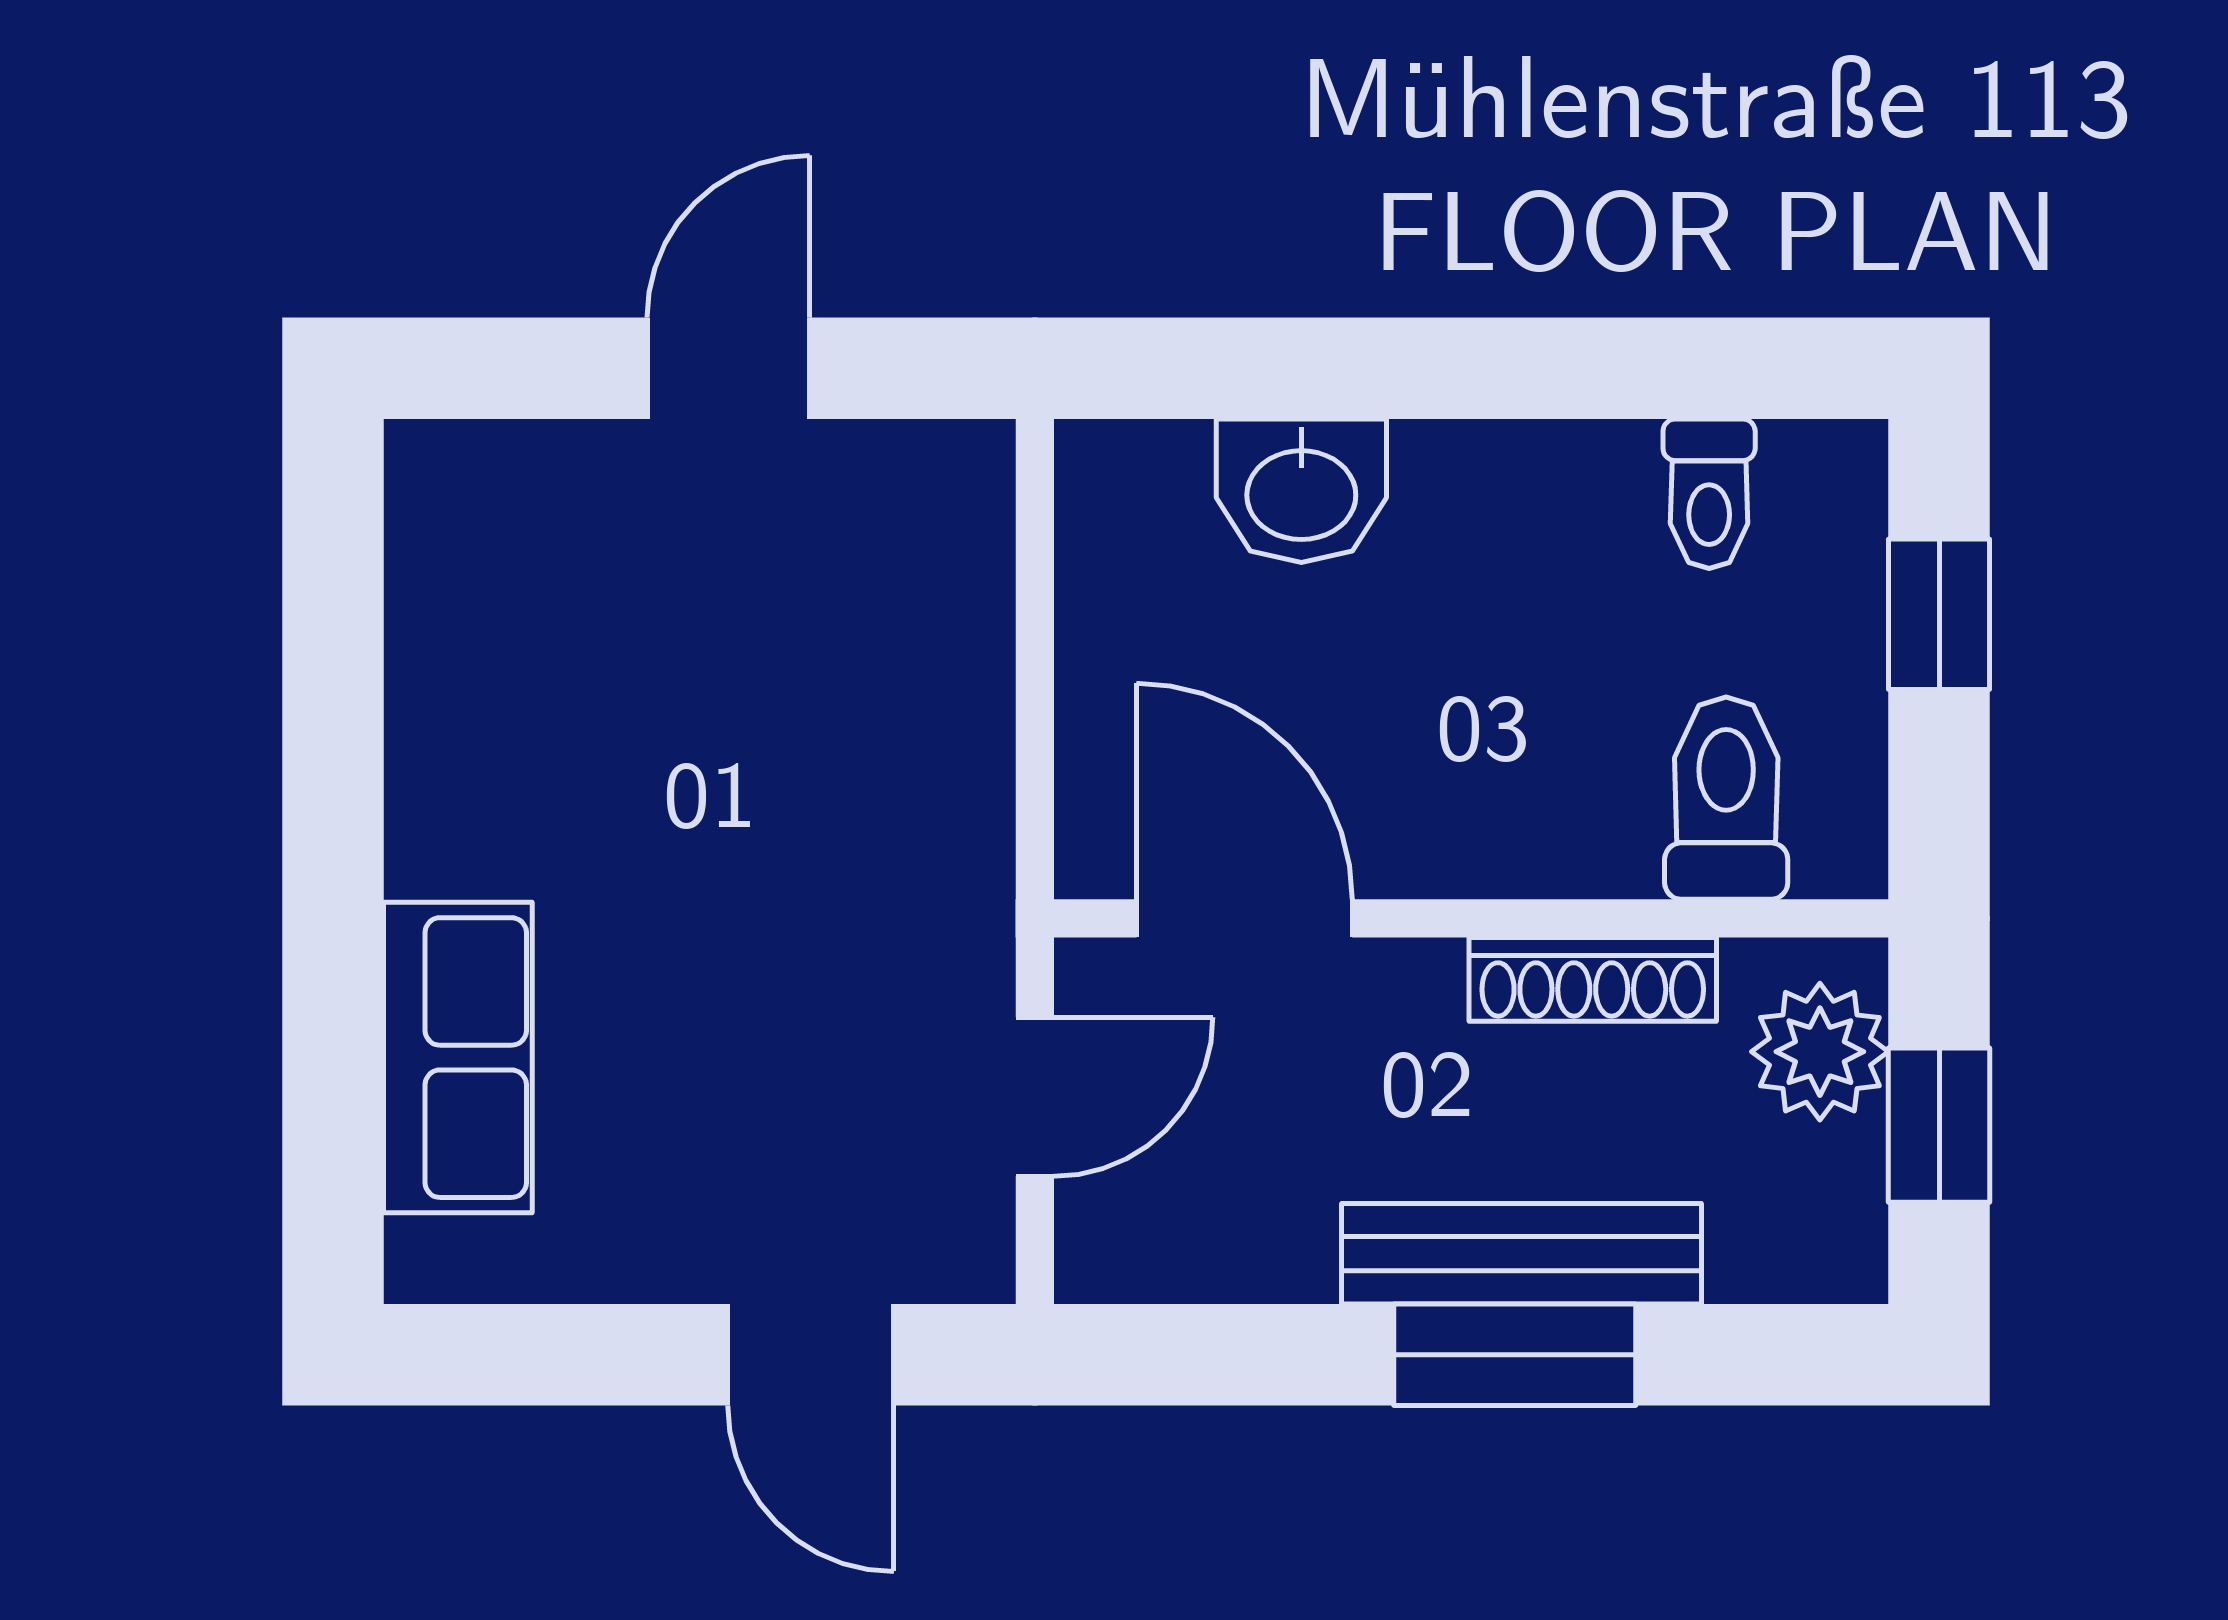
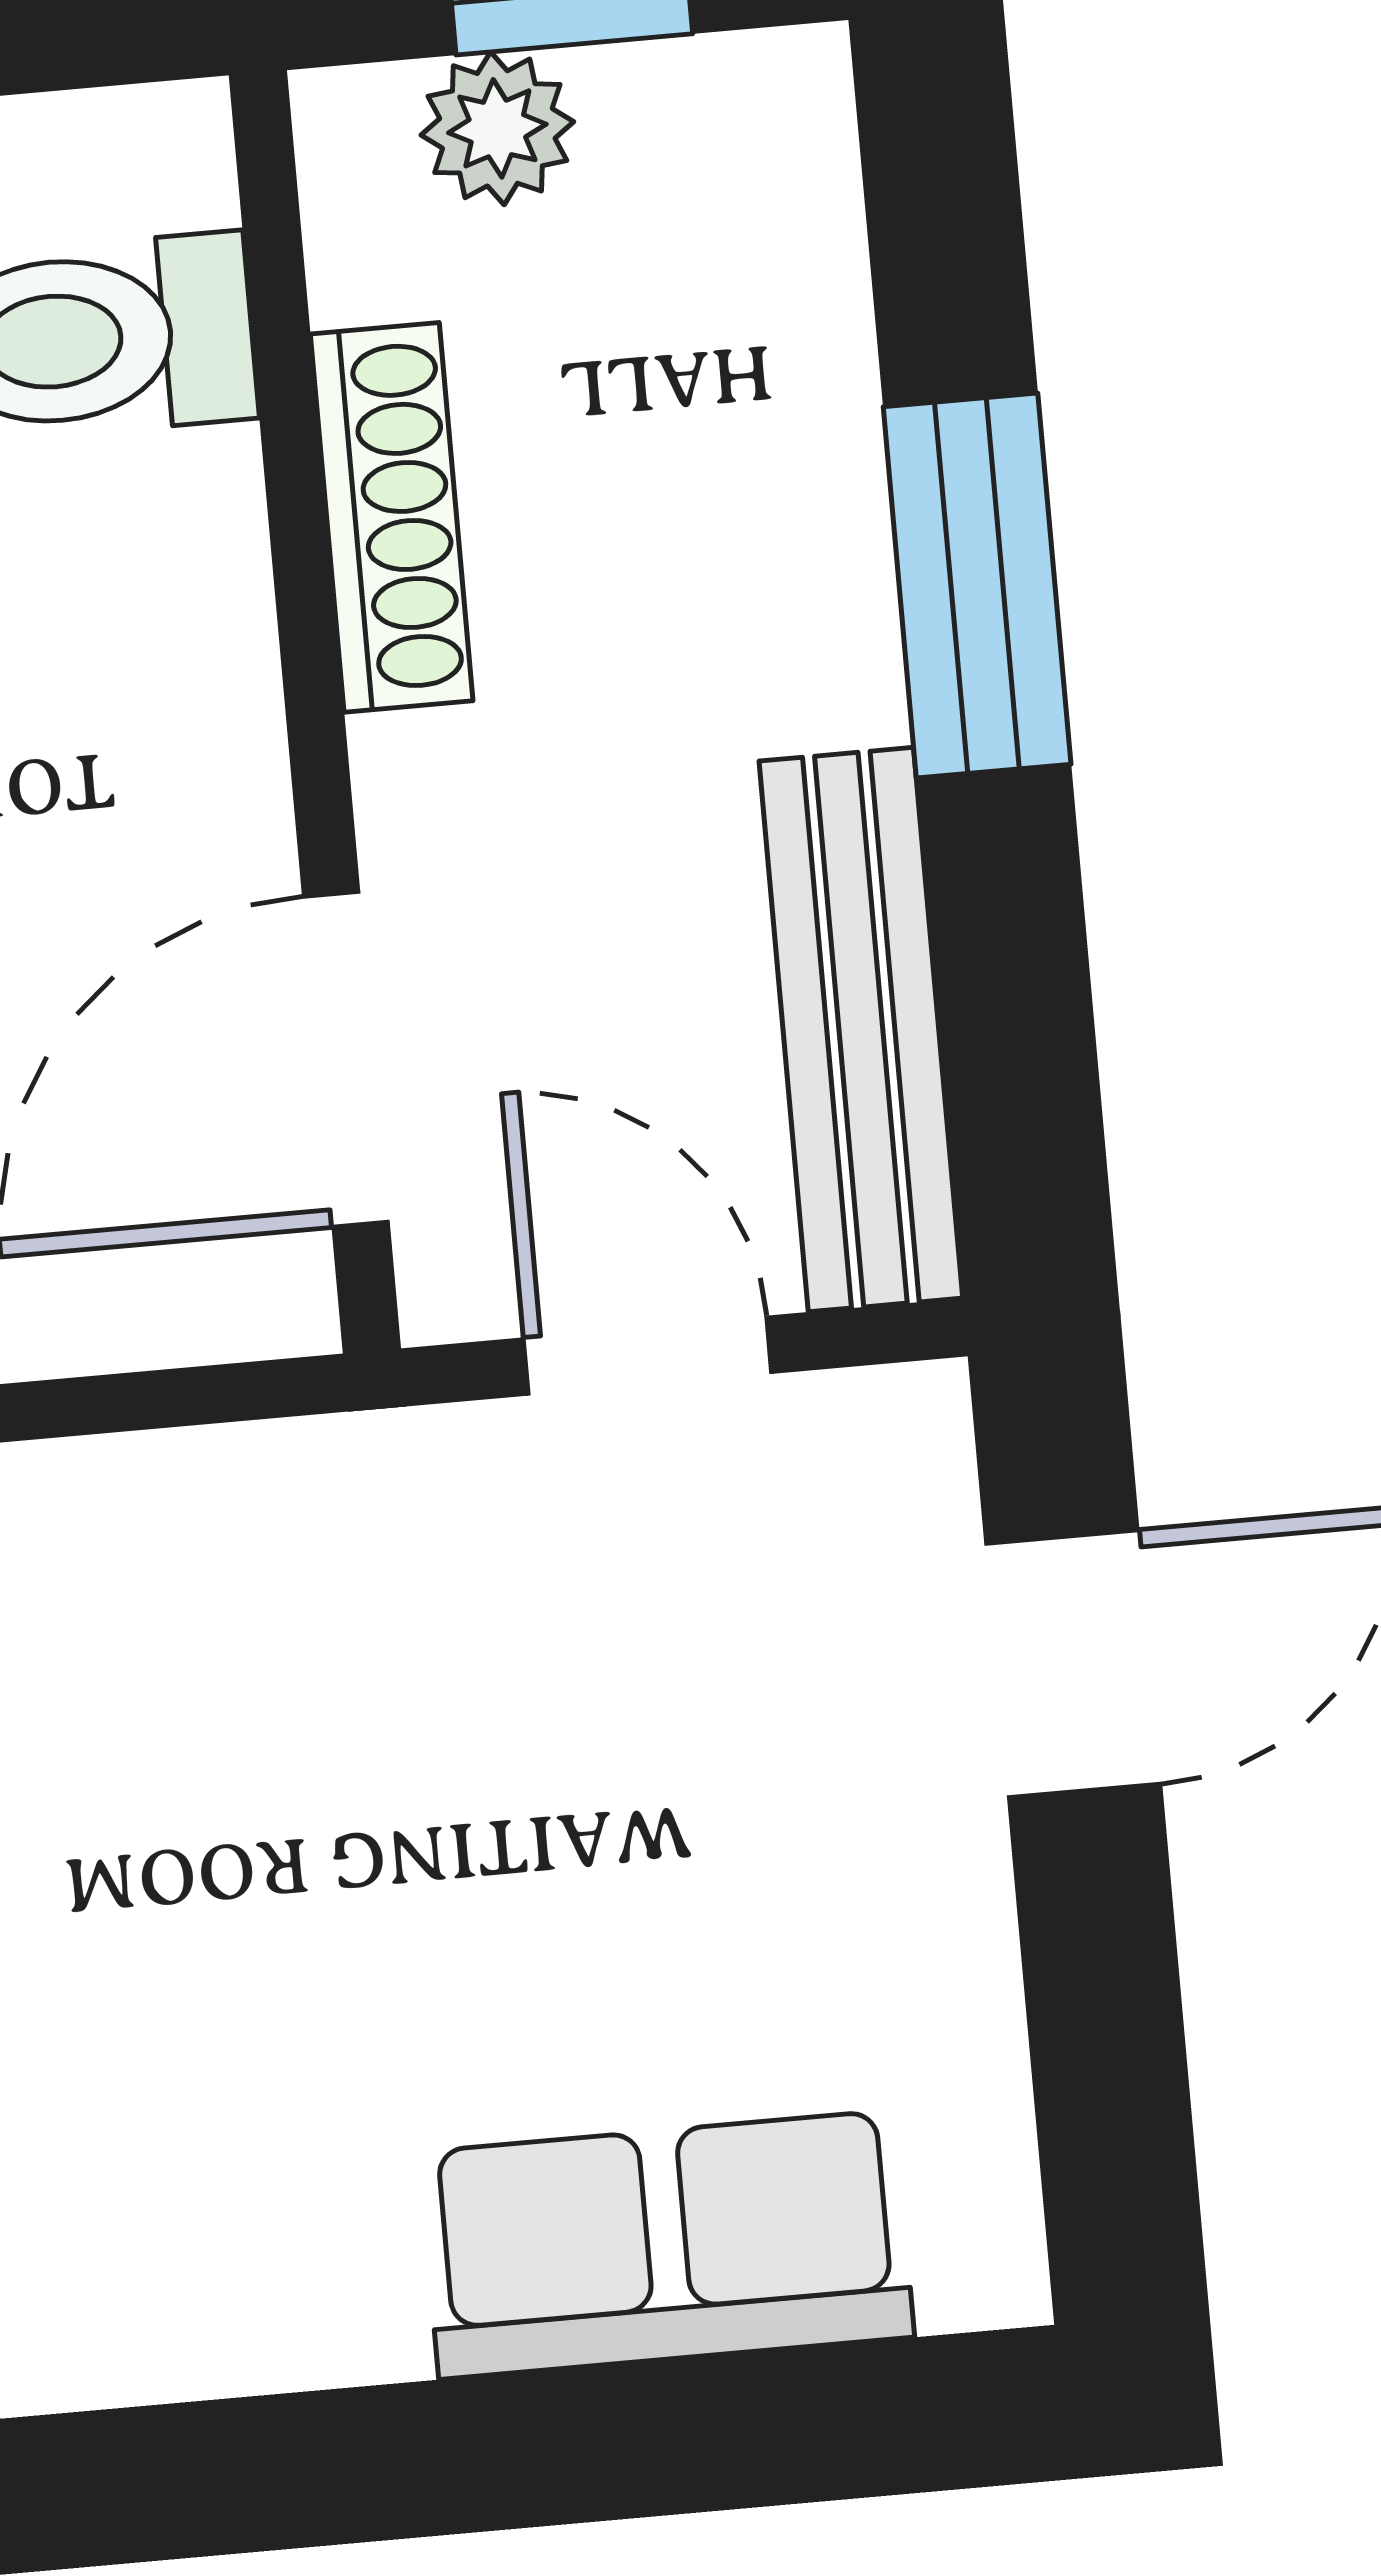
plant: (1820, 1052) -> (497, 128), width x0.73, depth x0.73
bench: (1522, 1254) -> (861, 1030), moved

